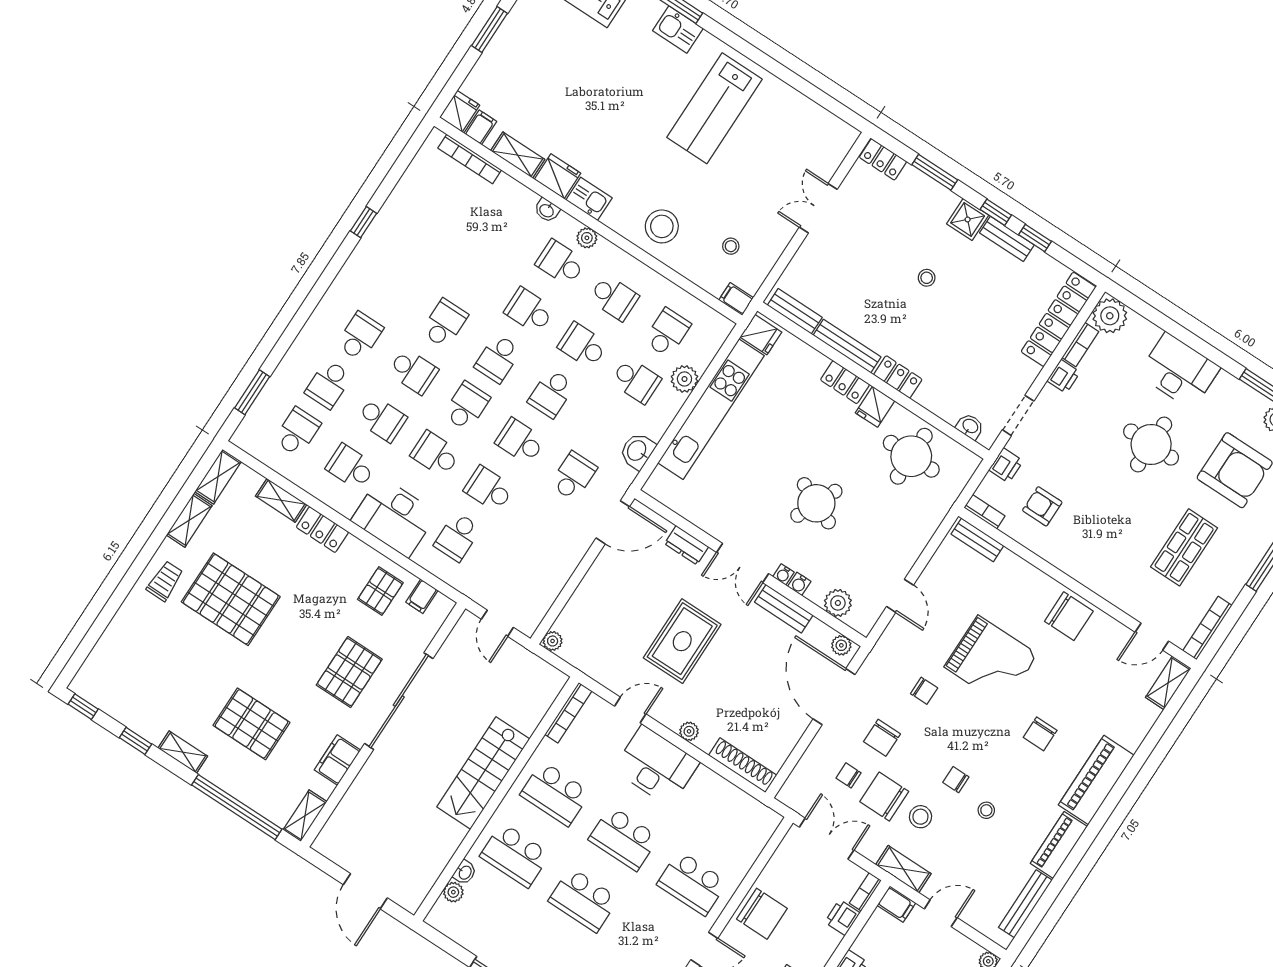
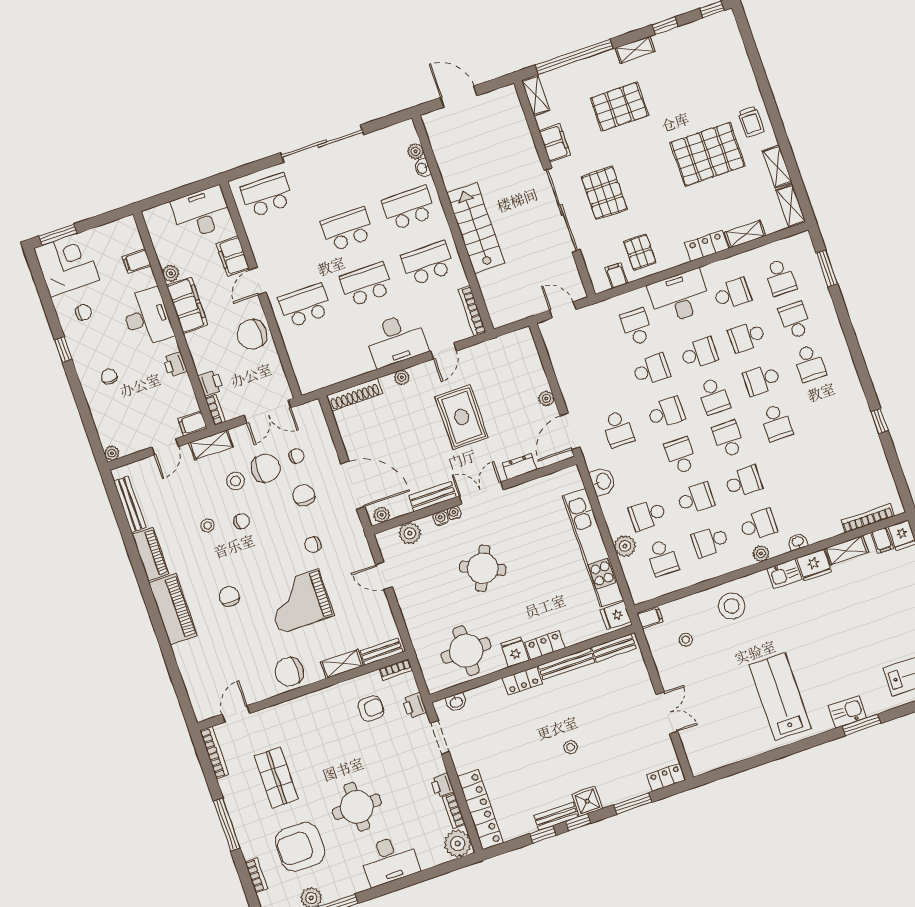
plant: (553, 641) -> (546, 398), moved
shelving: (1168, 683) -> (342, 664), moved, turned 90

